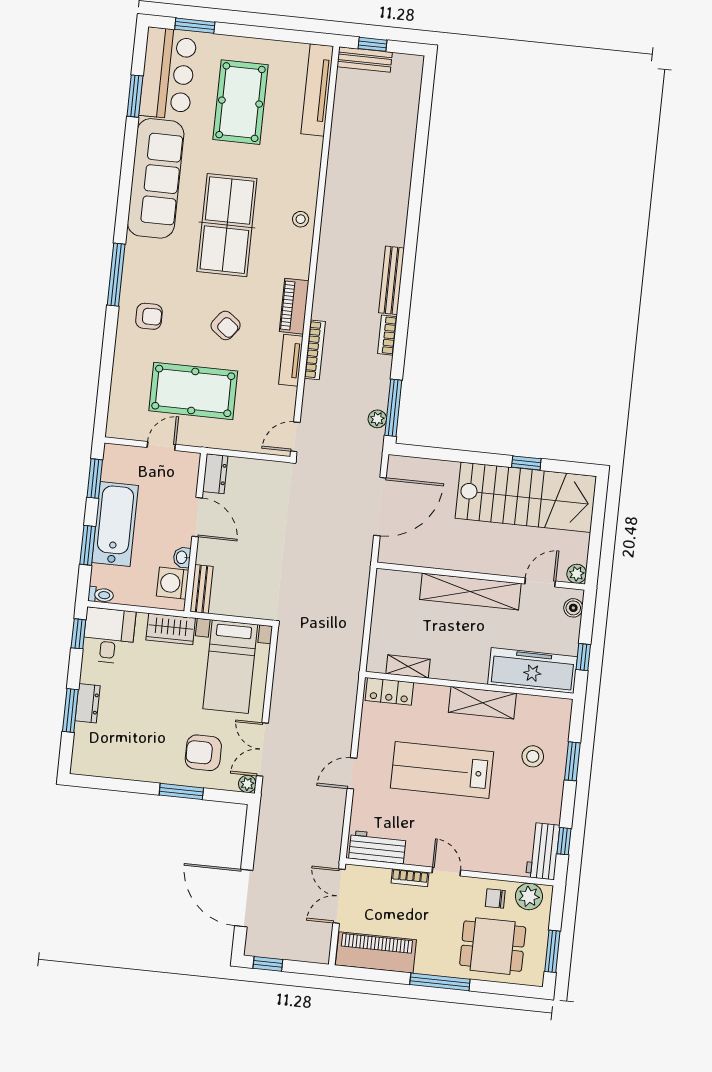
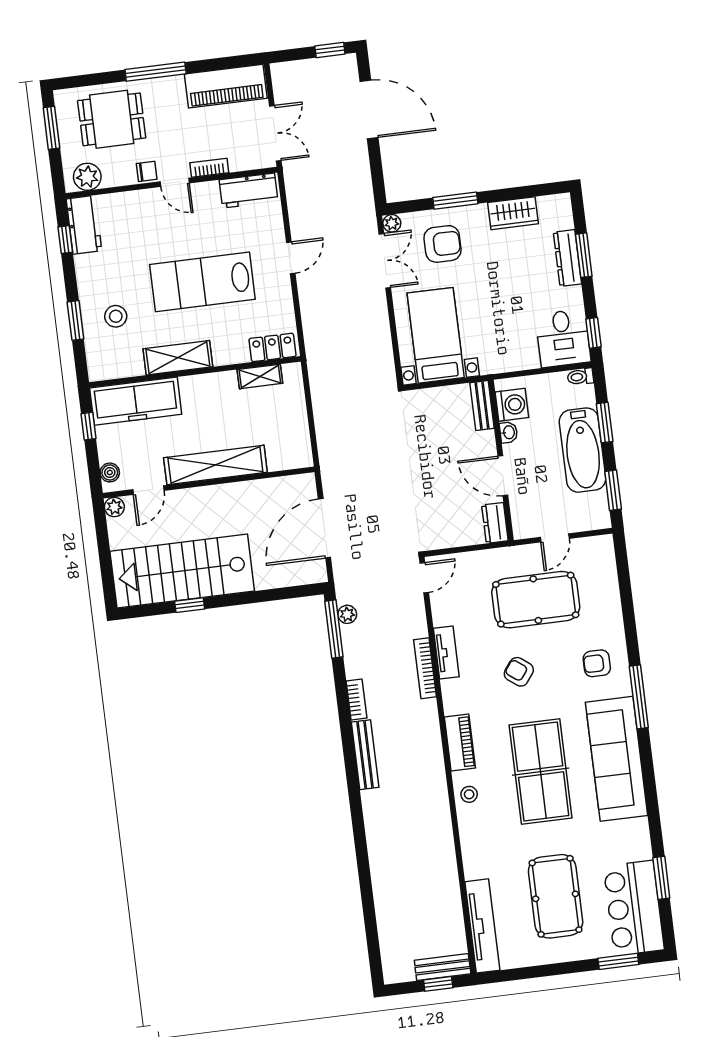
sofa: (156, 178) -> (617, 759), moved
piano: (294, 306) -> (460, 742), moved
wardrobe: (171, 629) -> (513, 213), moved, turned 180
dresser: (88, 703) -> (567, 258), width x1.44
lab bench: (442, 770) -> (202, 282), turned 180
chair: (495, 898) -> (147, 171), moved

